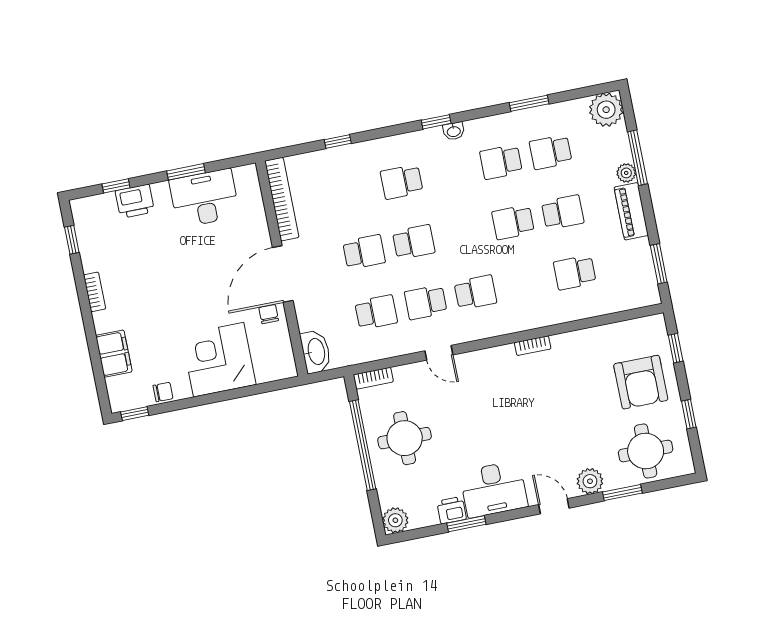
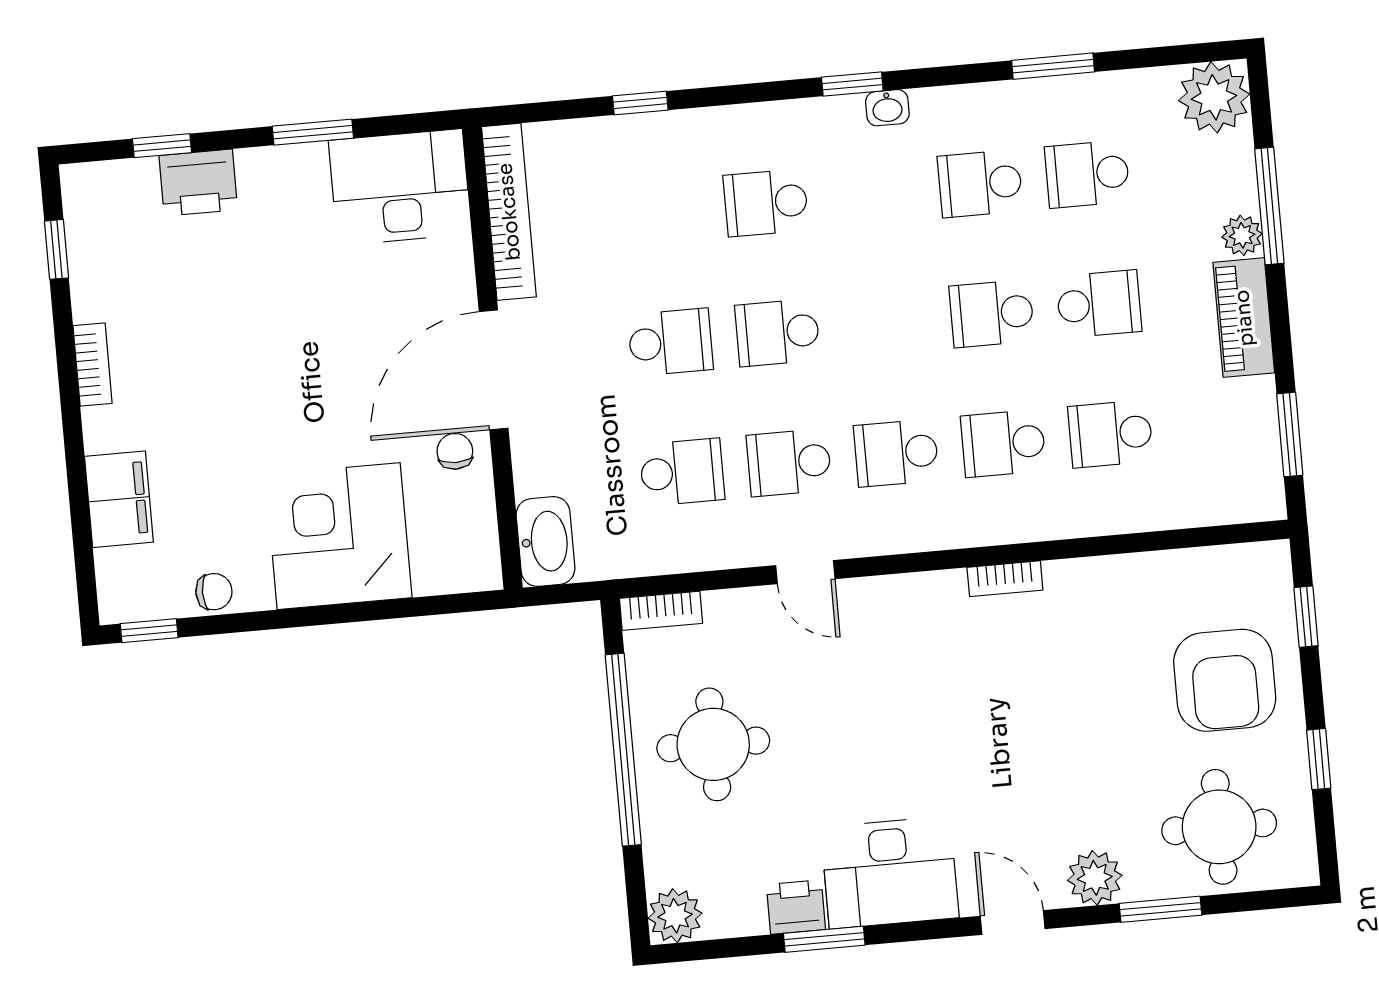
desk: (204, 198) -> (400, 187), moved
school desk: (414, 242) -> (777, 333), turned 180
school desk: (525, 282) -> (1003, 443), added
school desk: (475, 292) -> (896, 453), turned 180

